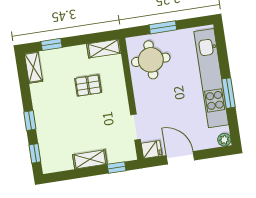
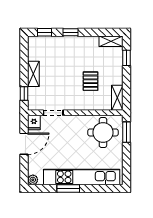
window: (163, 27) -> (127, 132), moved

